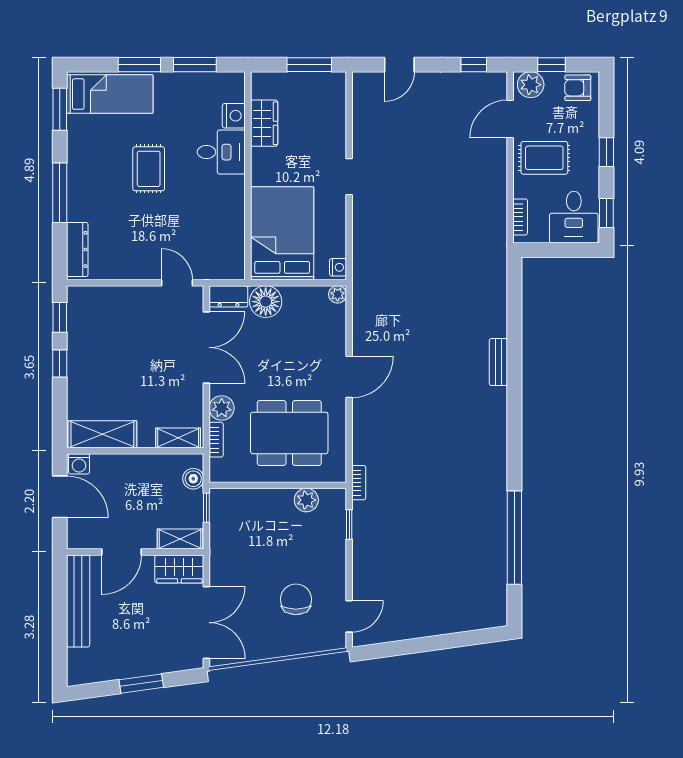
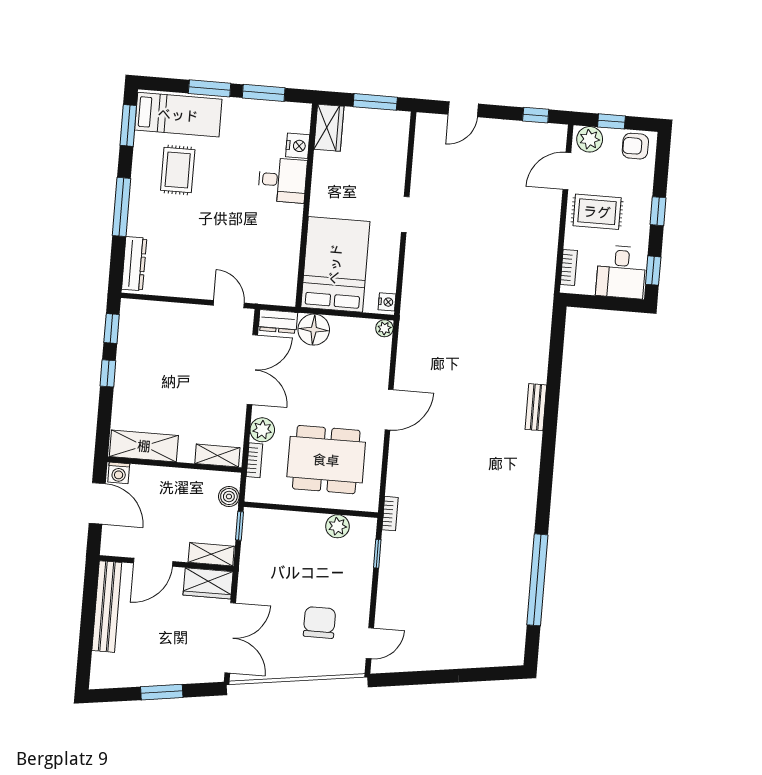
wardrobe: (264, 123) -> (329, 128), moved
rug: (149, 169) -> (178, 170), moved

